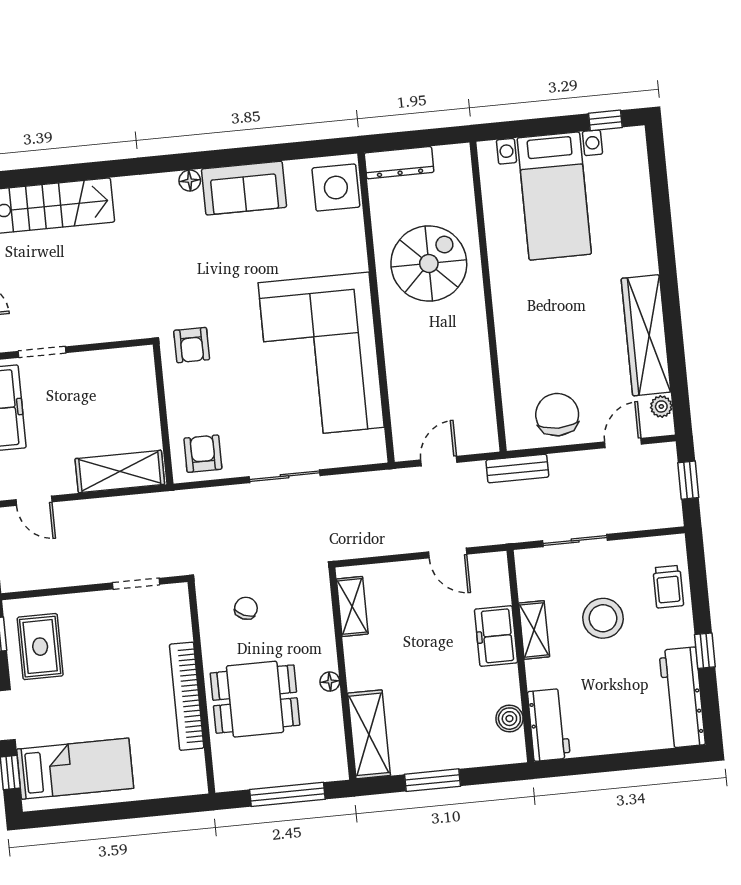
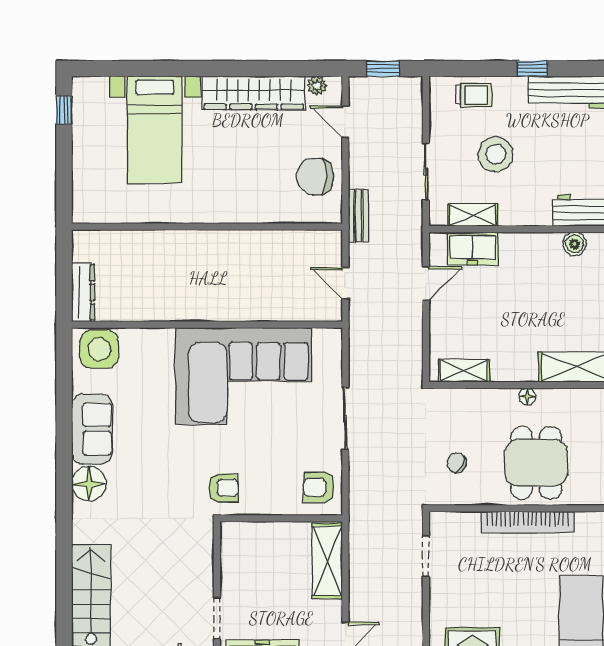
floor lamp: (190, 181) -> (89, 484), width x1.89, depth x1.89
bed with nightstands: (554, 196) -> (155, 130), moved, turned 90
spiral stairs: (429, 263) -> (173, 275), removed
shelving: (534, 630) -> (473, 215), moved
freezer: (496, 636) -> (473, 248), moved

